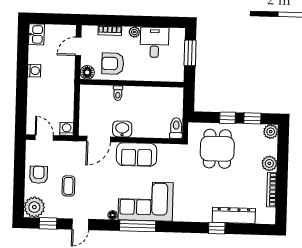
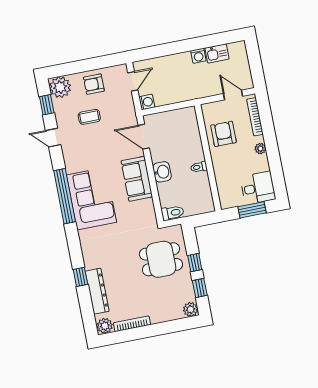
bookcase: (110, 31) -> (255, 117), width x1.56
kitchen sink: (36, 34) -> (217, 53), moved
desk: (155, 42) -> (258, 188), moved
floor lamp: (87, 72) -> (209, 110), removed
toilet: (118, 93) -> (199, 167), moved
washbasin: (122, 129) -> (162, 172), moved
plant: (269, 163) -> (105, 326), moved
armchair: (39, 175) -> (94, 84), turned 180
floor lamp: (113, 215) -> (70, 168), removed
window: (138, 226) -> (65, 196), width x1.46

